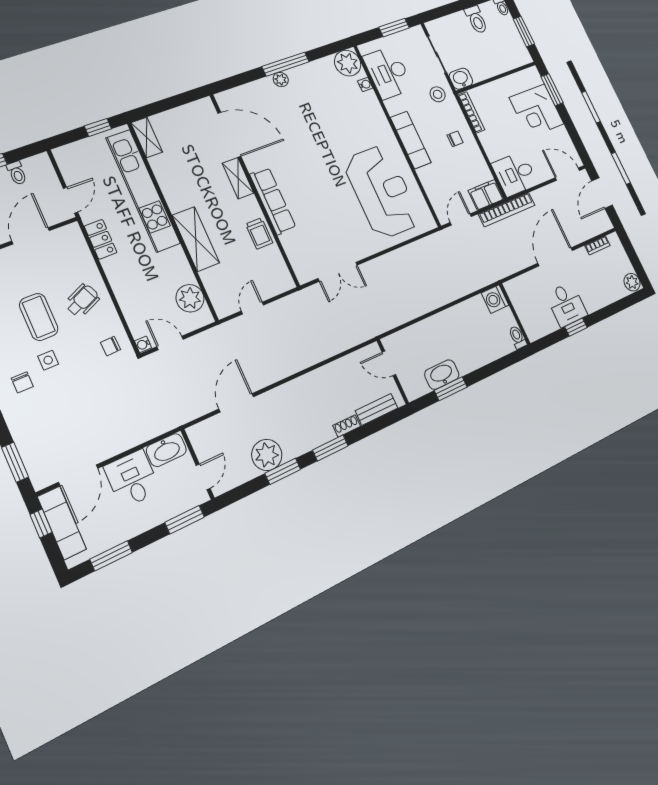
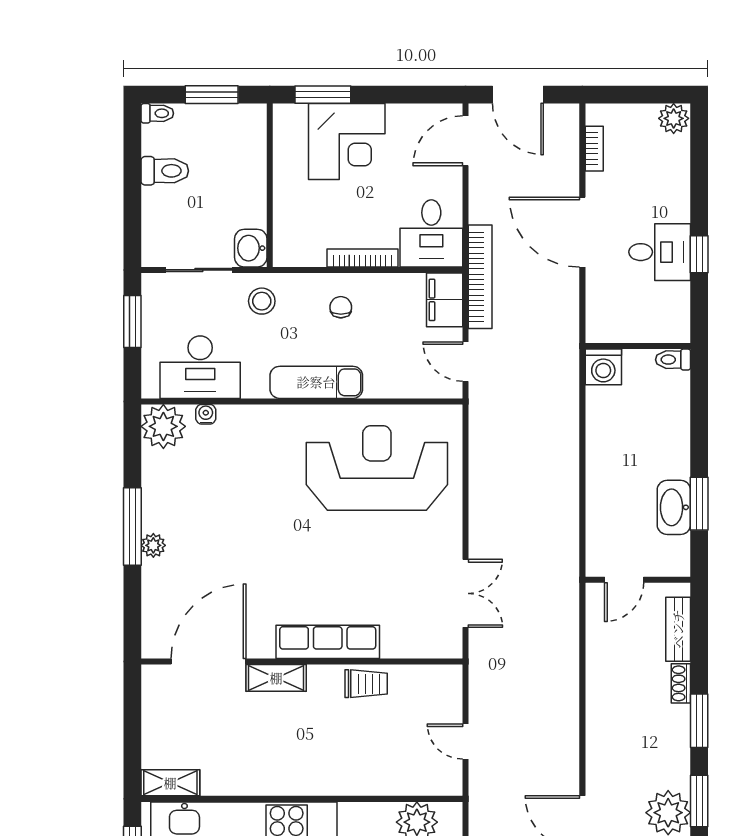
bookcase: (471, 112) -> (362, 258), moved
shelving: (196, 239) -> (339, 778), removed

